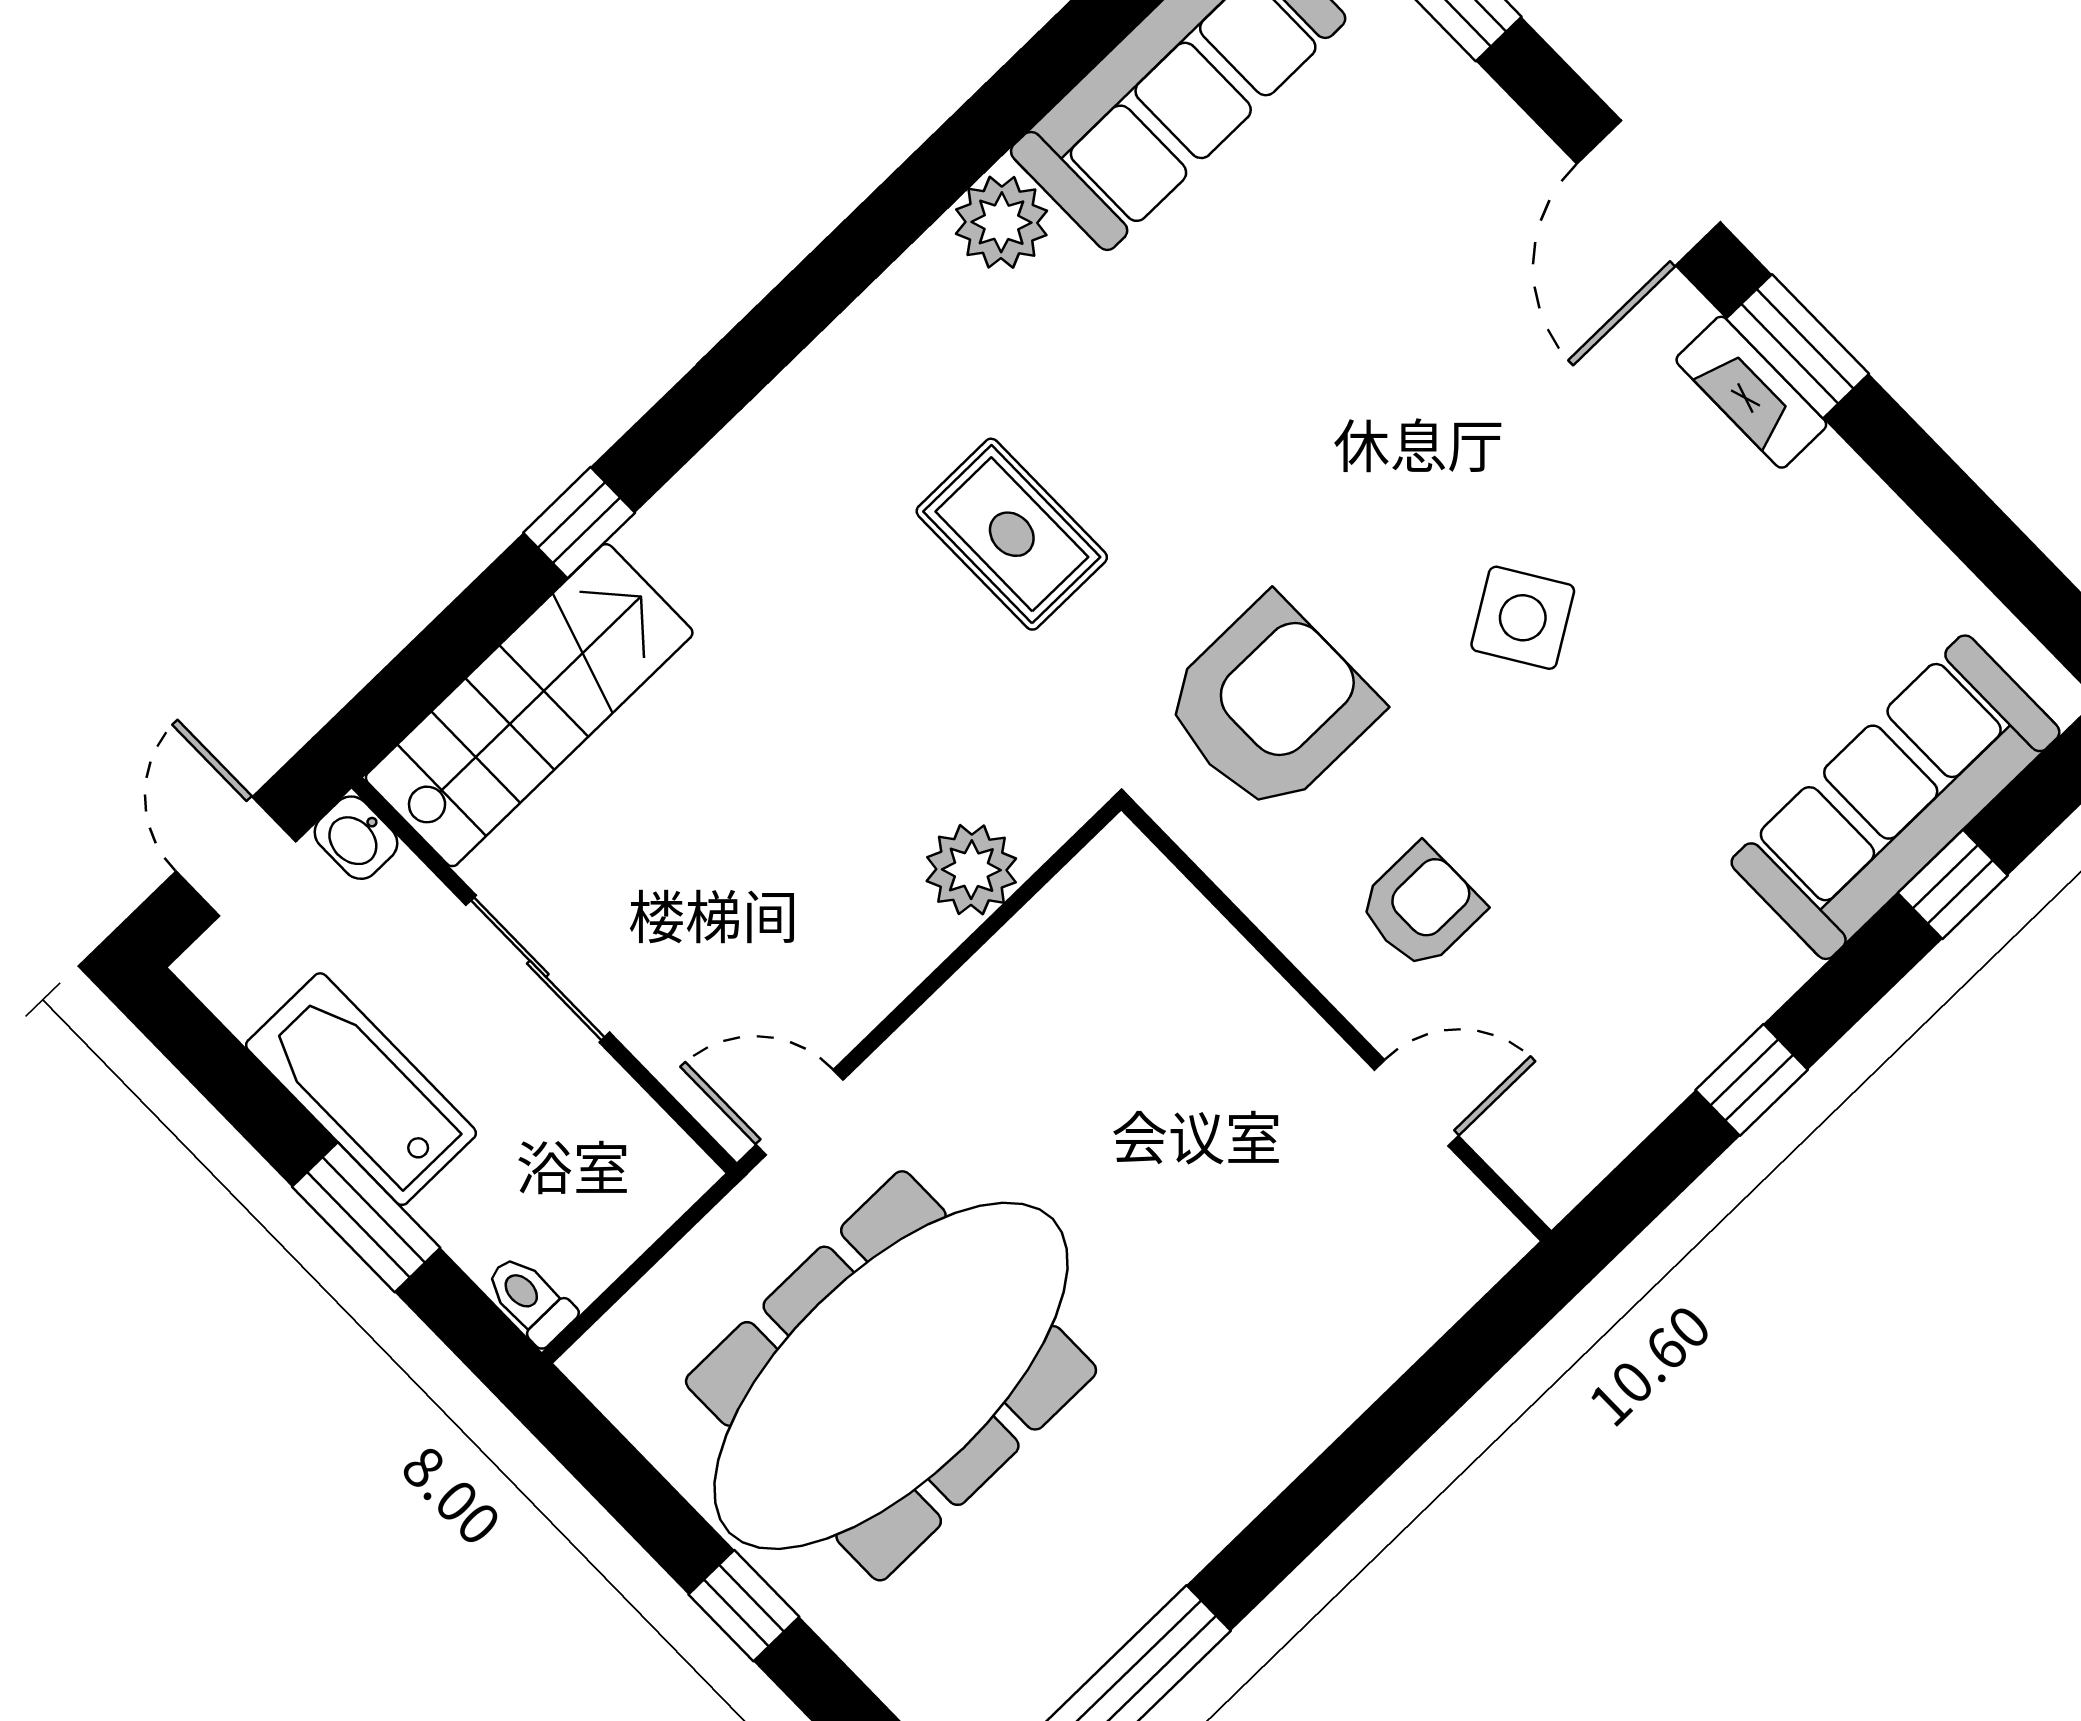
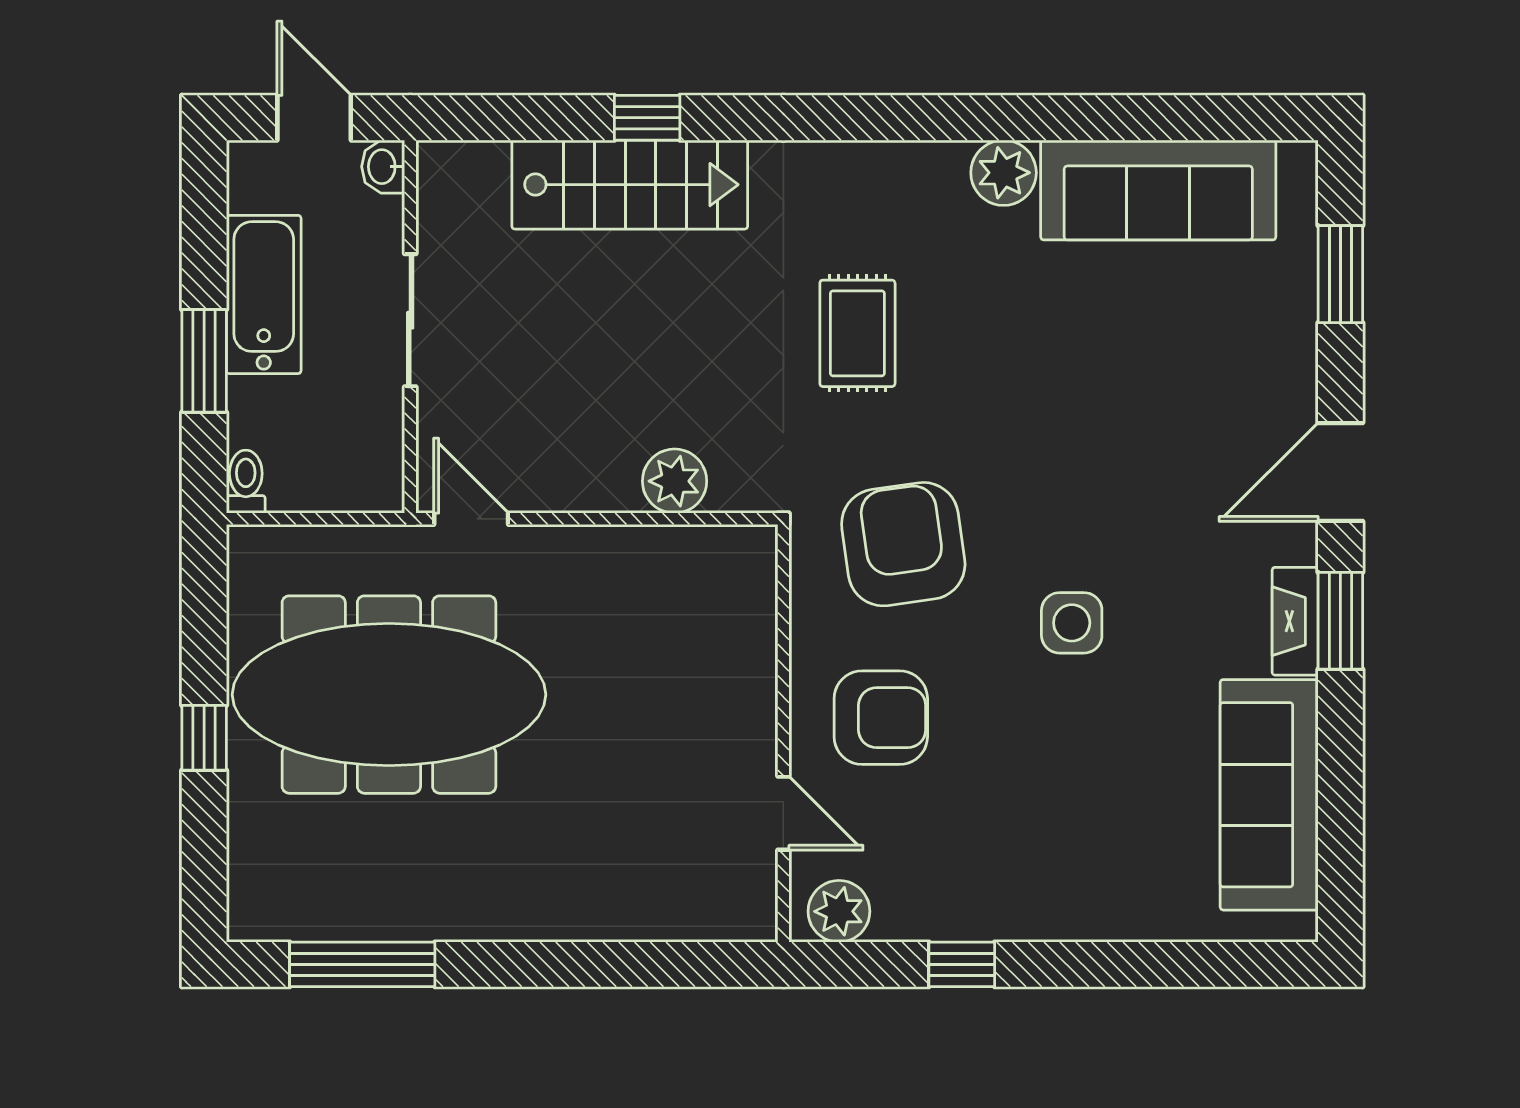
side table: (1523, 618) -> (1072, 623), turned 32
stairs: (529, 705) -> (630, 185), moved
armchair: (1270, 705) -> (903, 544), turned -98
sofa: (1895, 797) -> (1269, 795), moved, turned -90
door: (236, 856) -> (314, 118), hinge flipped
window: (1953, 884) -> (1157, 964), removed
armchair: (1421, 907) -> (881, 718), width x1.38, depth x1.38
plant: (1572, 1148) -> (839, 911), added

